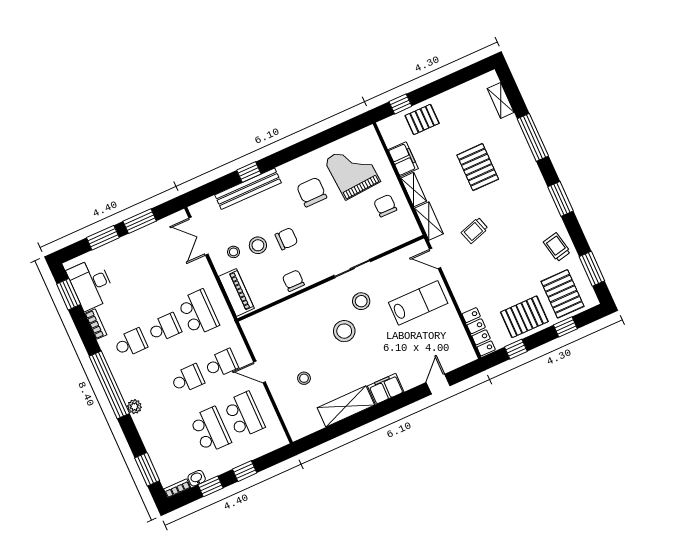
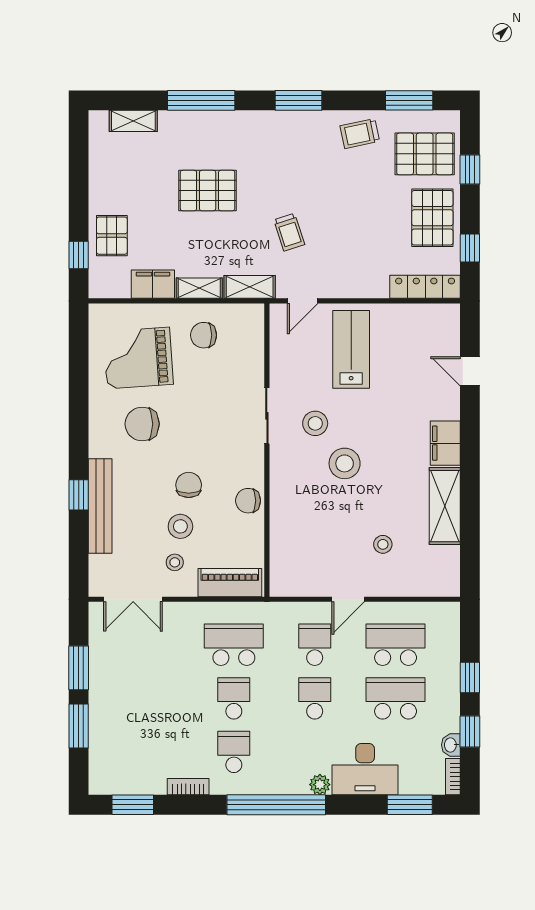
desk: (91, 284) -> (365, 769), moved

